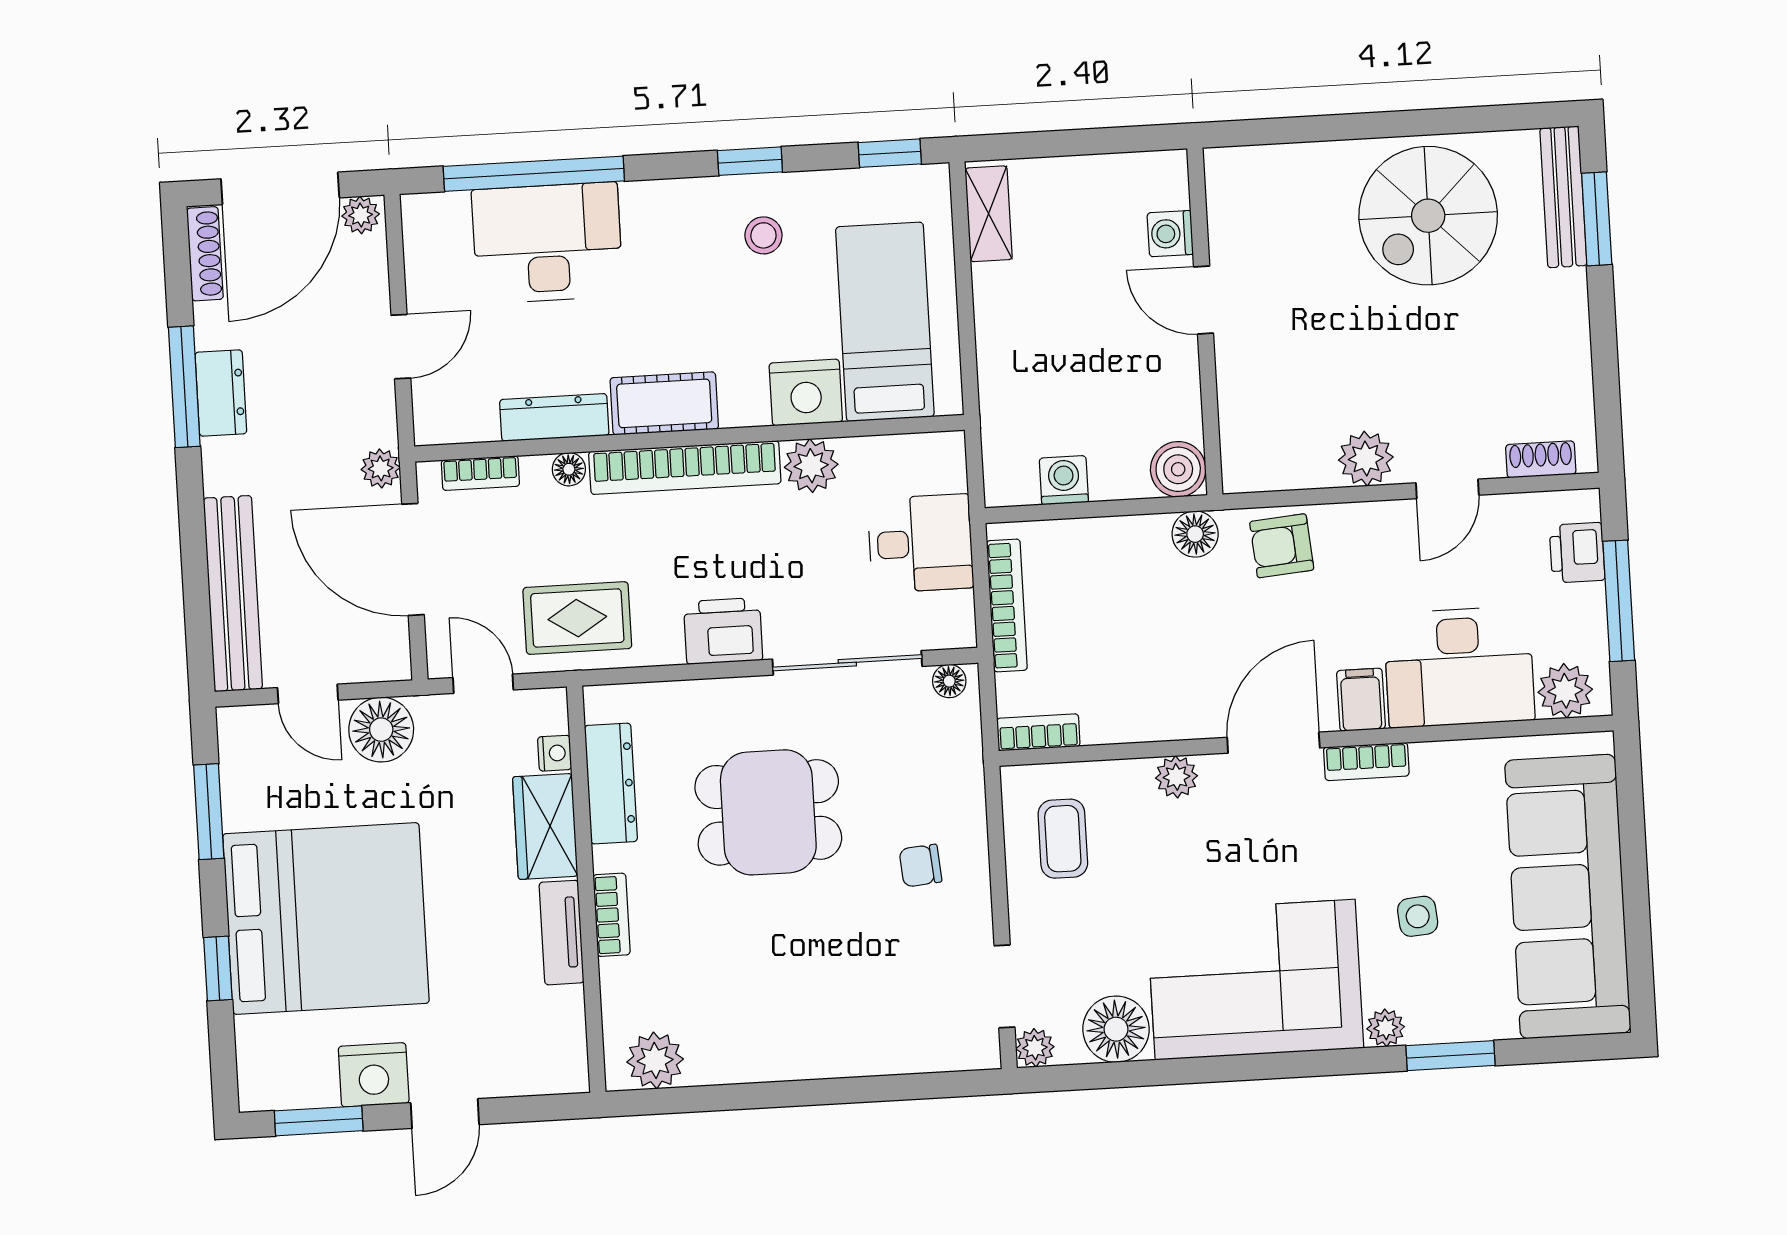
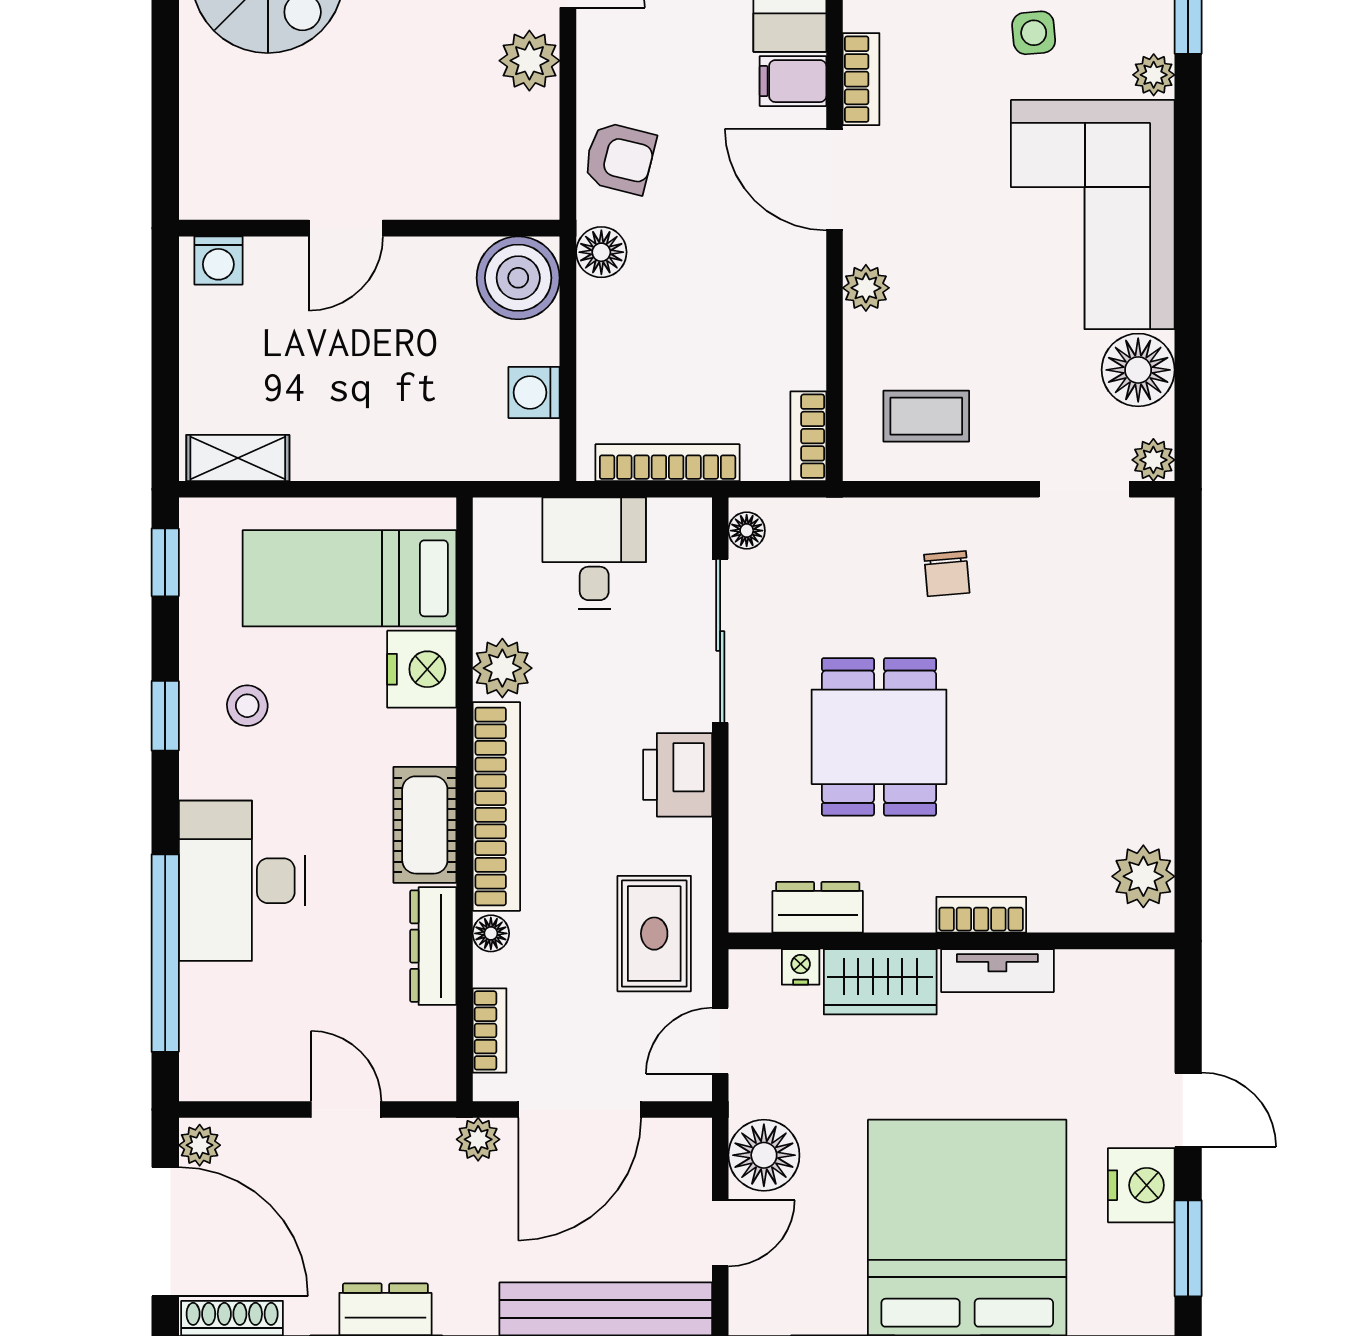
washing machine: (1170, 234) -> (218, 260), moved
desk: (547, 243) -> (242, 881), moved
boiler: (1178, 469) -> (518, 278), width x1.37, depth x1.37
armchair: (1282, 546) -> (620, 158), turned -71
dresser: (611, 784) -> (818, 907), width x0.70

